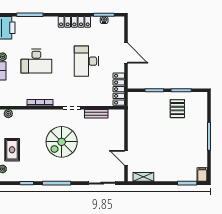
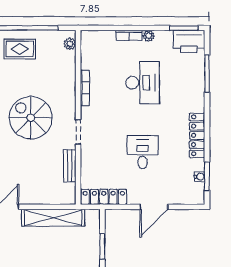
desk: (36, 61) -> (143, 83), turned 180
desk: (86, 61) -> (143, 152), width x0.73
shelving: (134, 126) -> (53, 218), added

